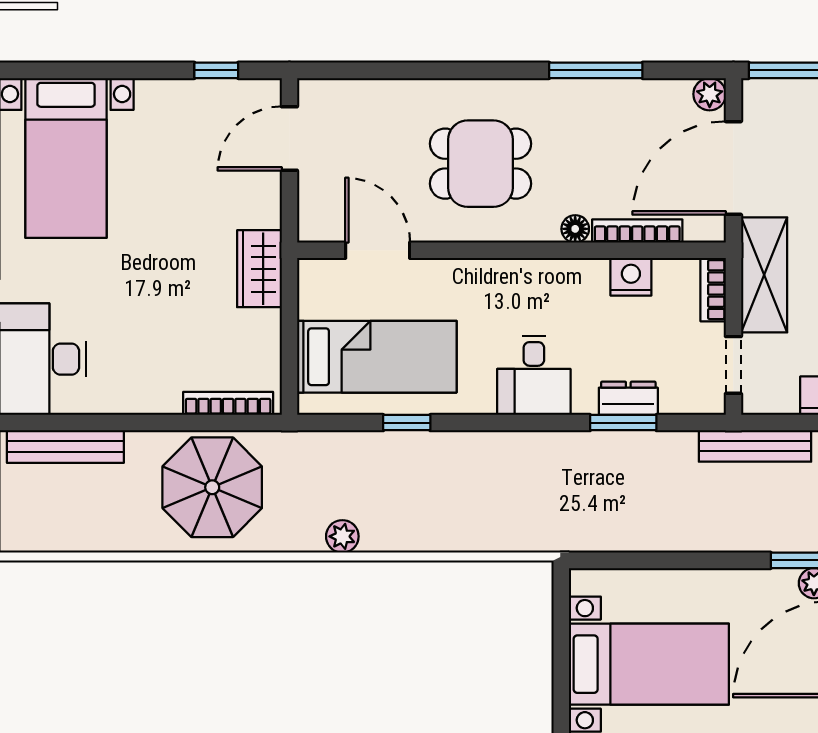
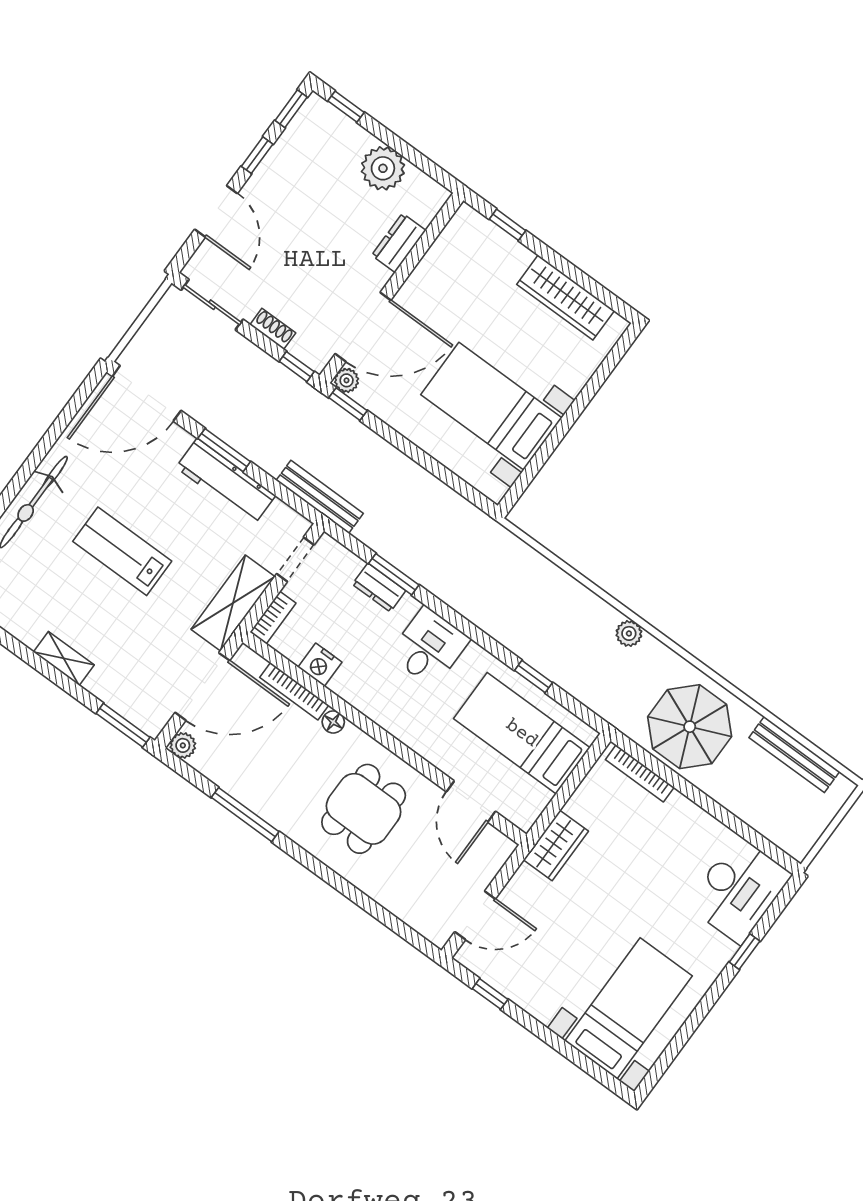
dining table: (481, 164) -> (364, 809), turned 90
bench: (65, 447) -> (794, 755), moved

